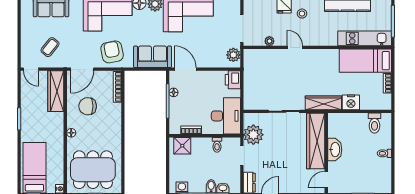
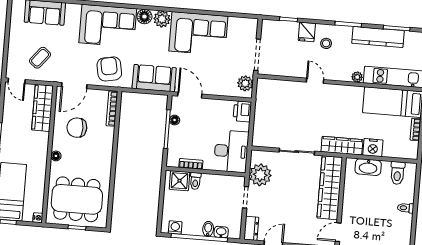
plant: (269, 41) -> (357, 77), moved
toilet: (217, 145) -> (195, 181), moved
washbasin: (335, 150) -> (368, 167), moved, turned 90

